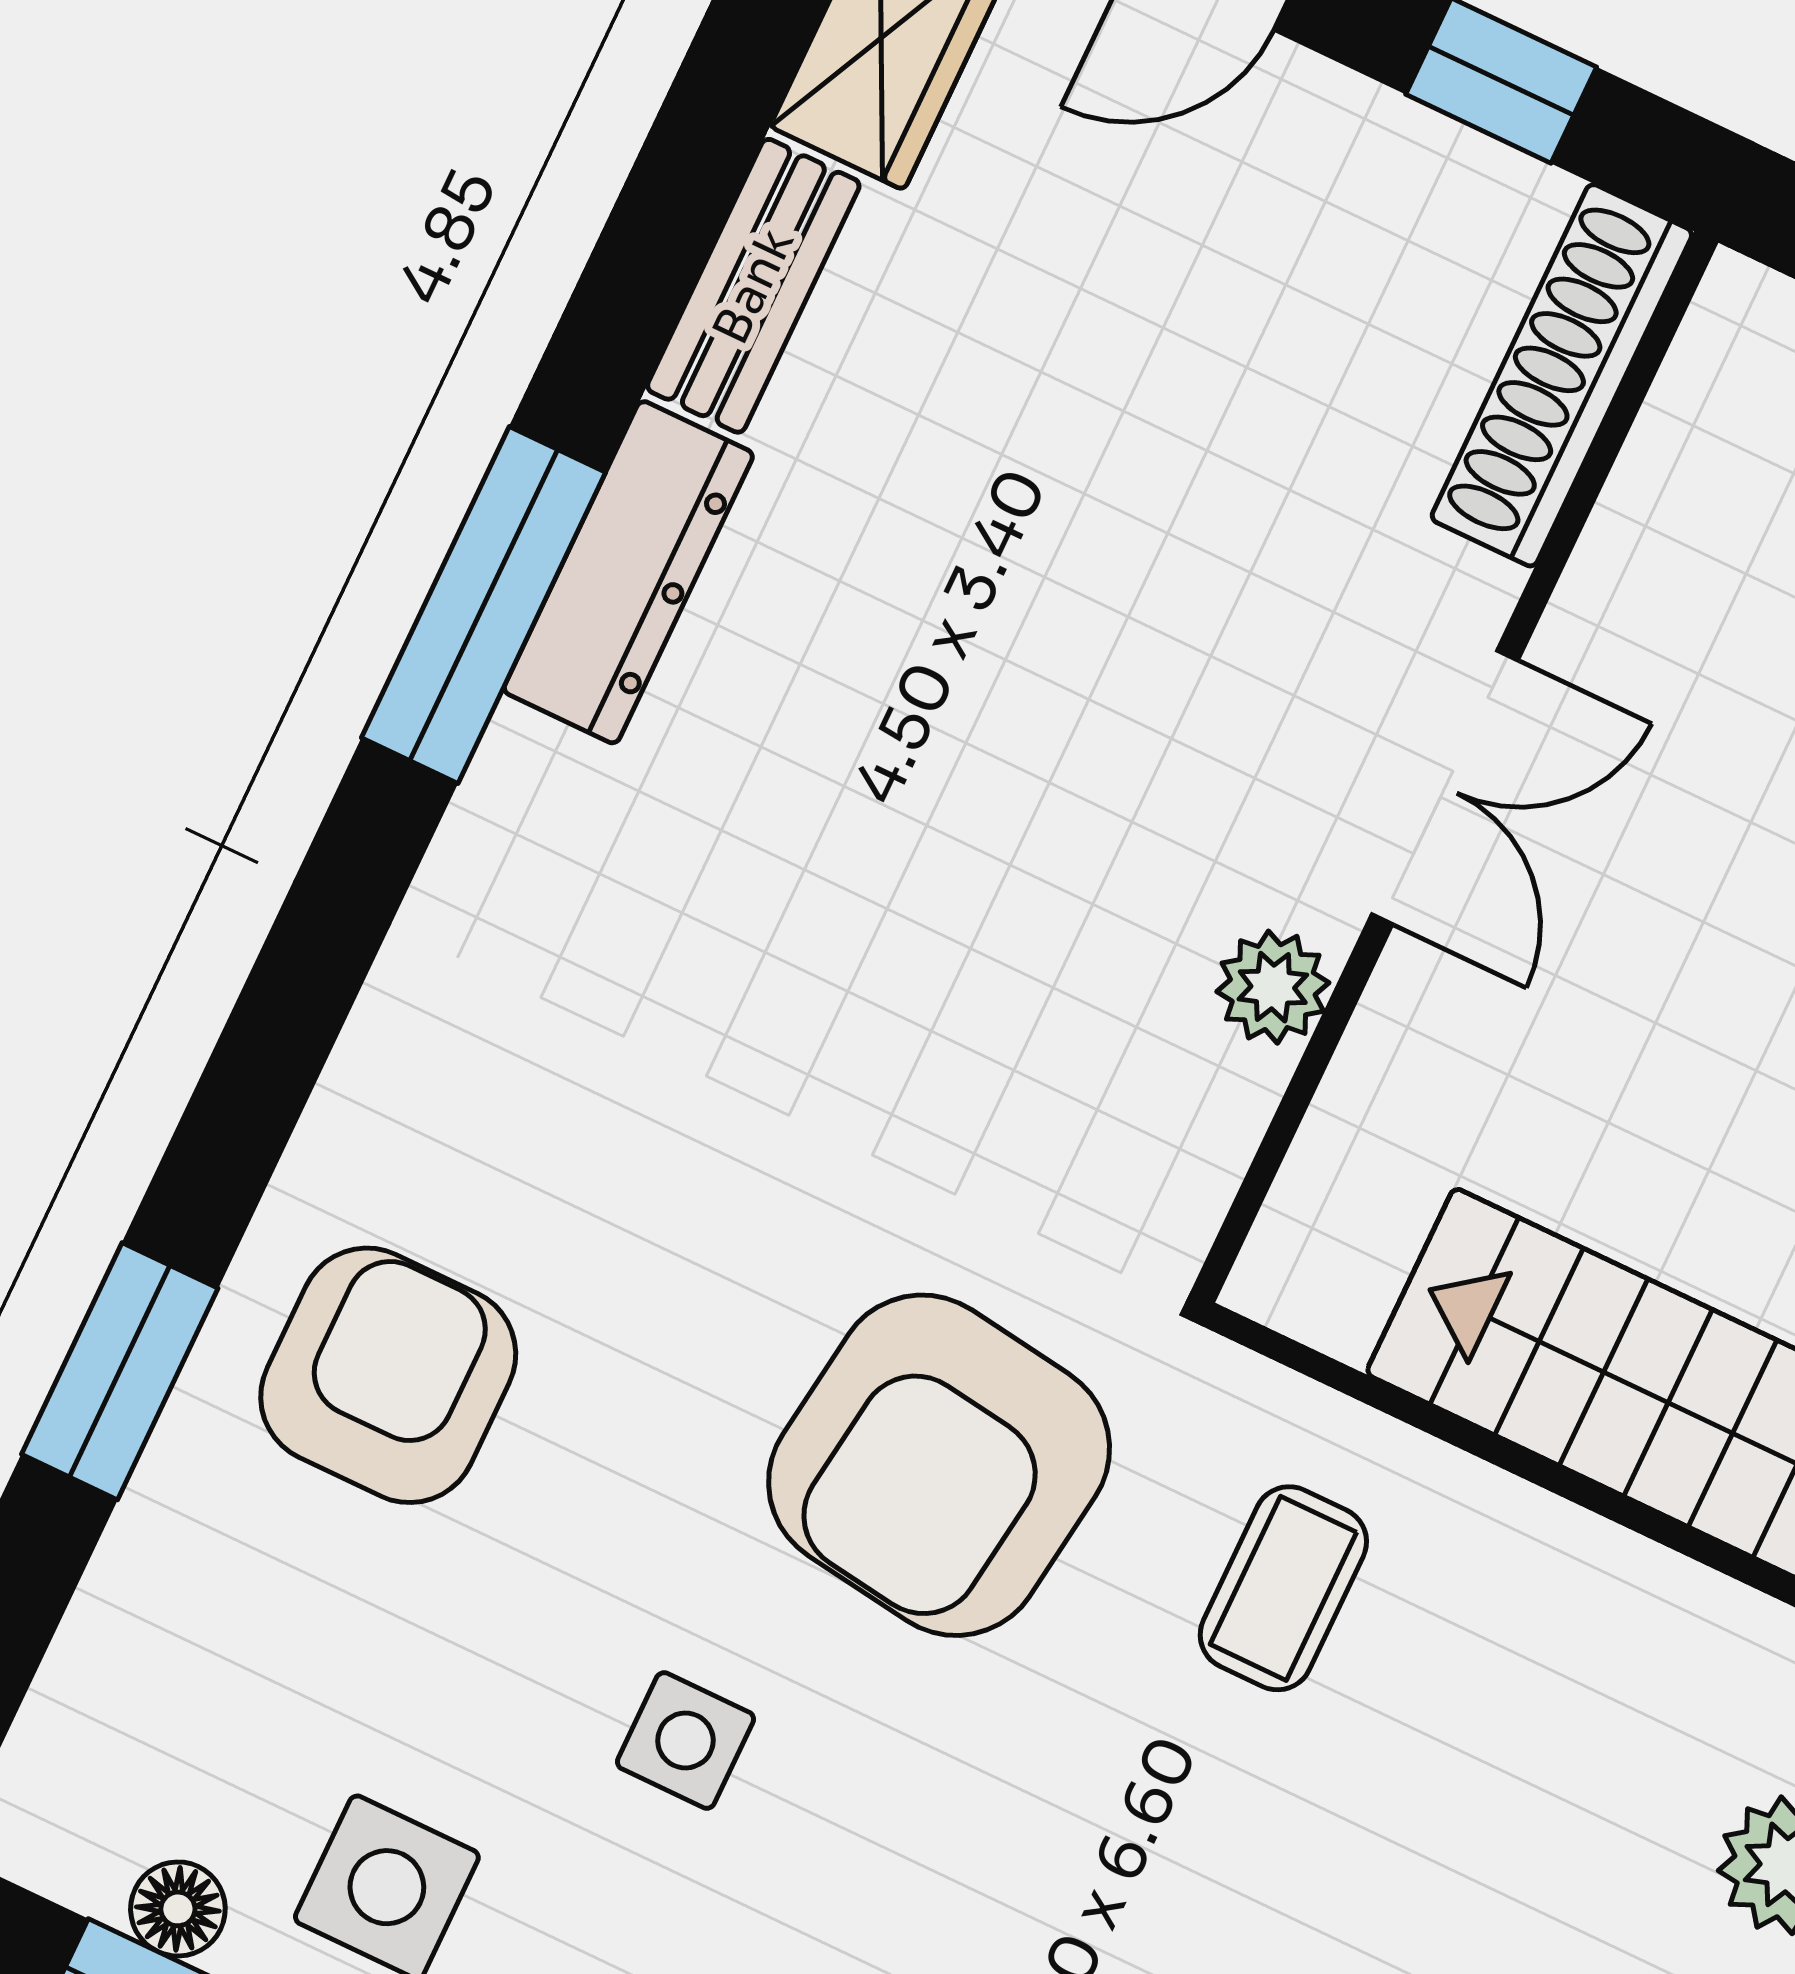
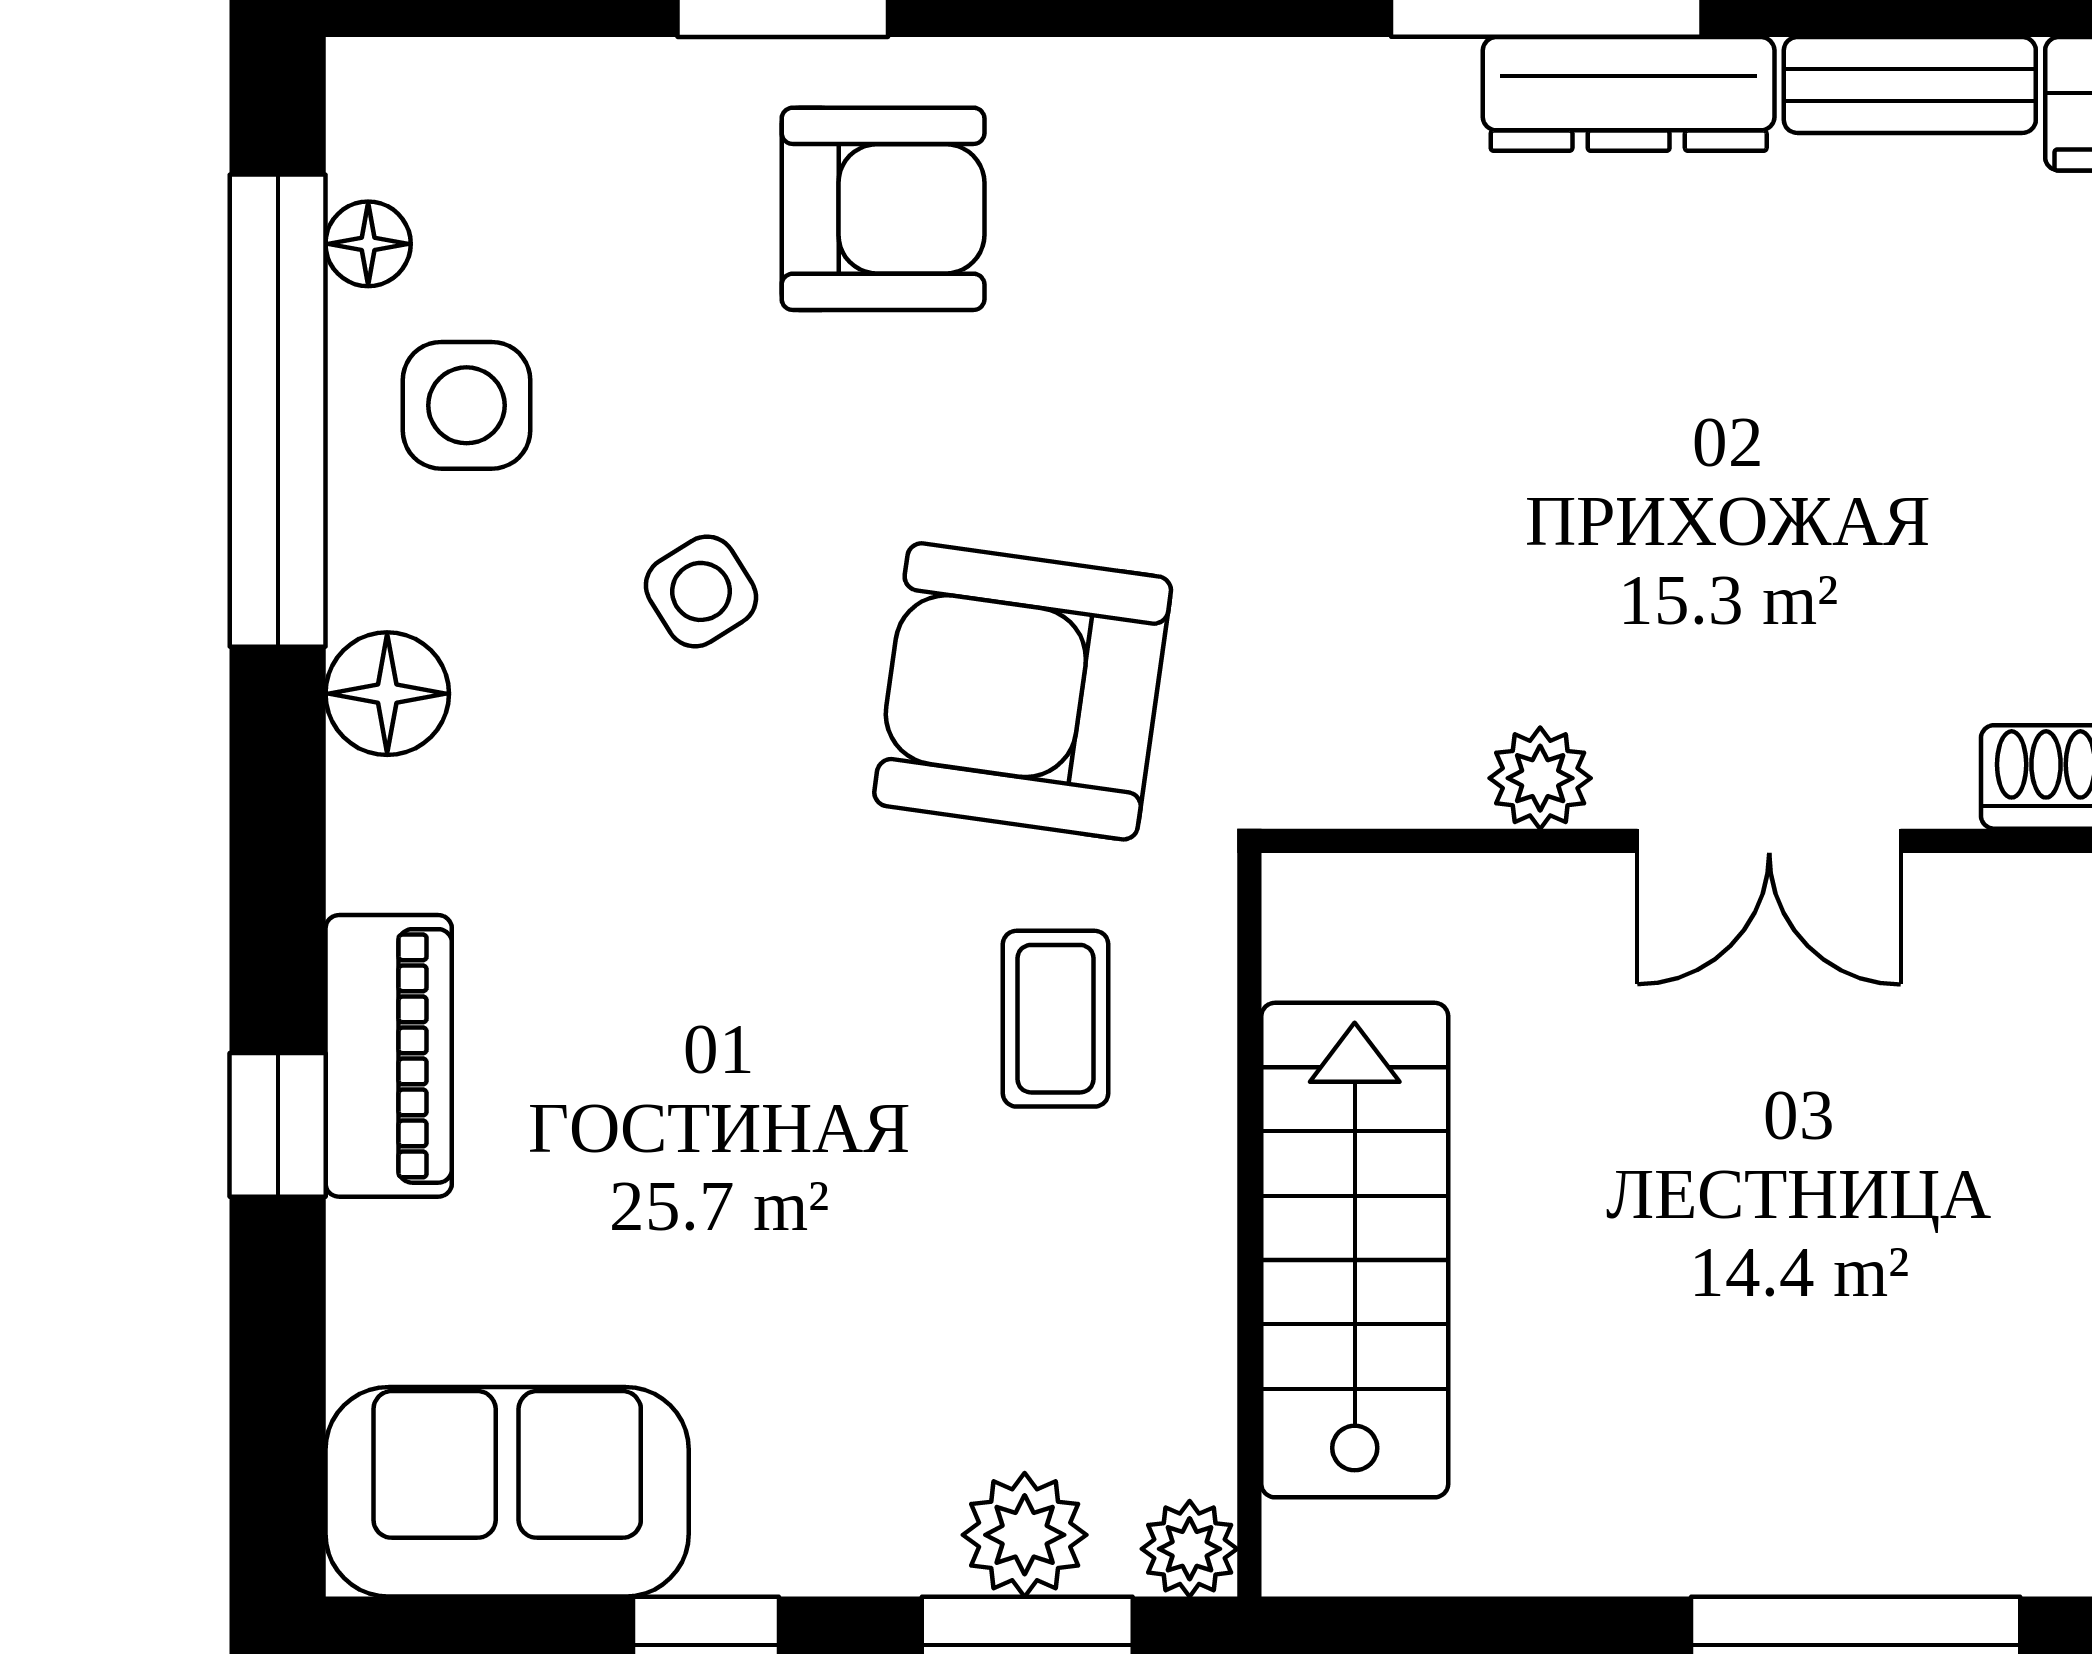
coffee table: (1283, 1588) -> (1056, 1019), turned 90
side table: (685, 1740) -> (701, 591), turned -32

